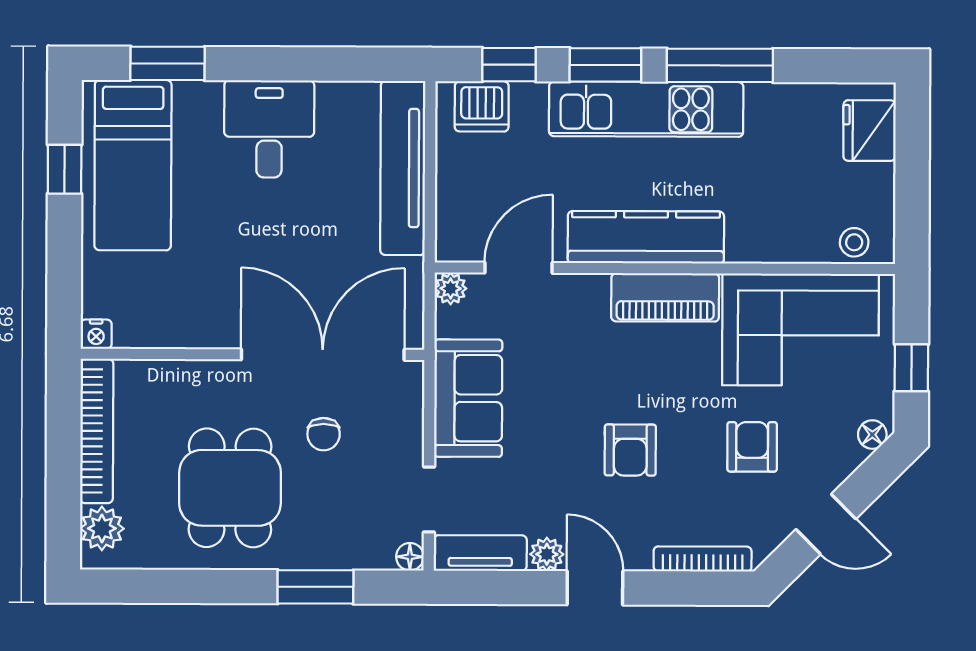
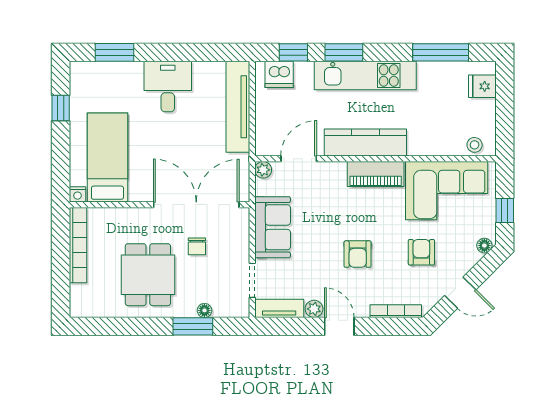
window: (720, 65) -> (441, 52), moved
fridge: (869, 131) -> (482, 86), width x0.72
bed: (133, 165) -> (107, 157), moved, turned 180
plant: (102, 528) -> (81, 296), removed
floor lamp: (410, 557) -> (204, 310), moved

